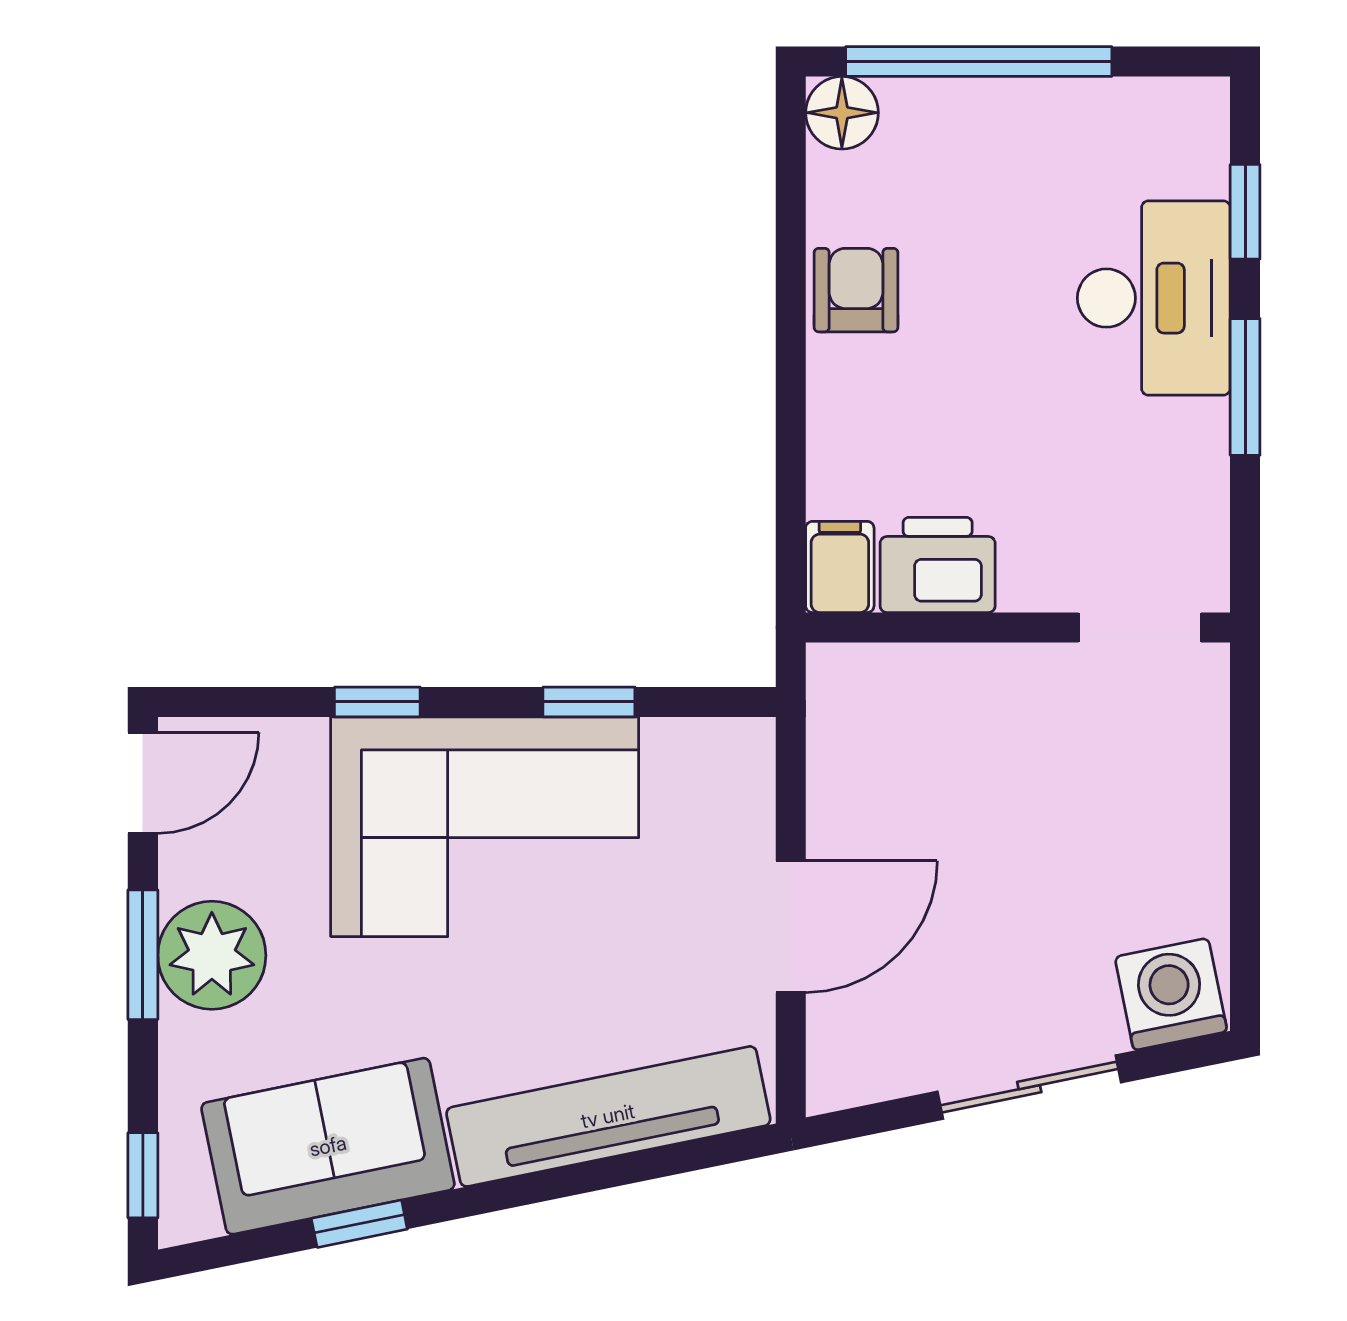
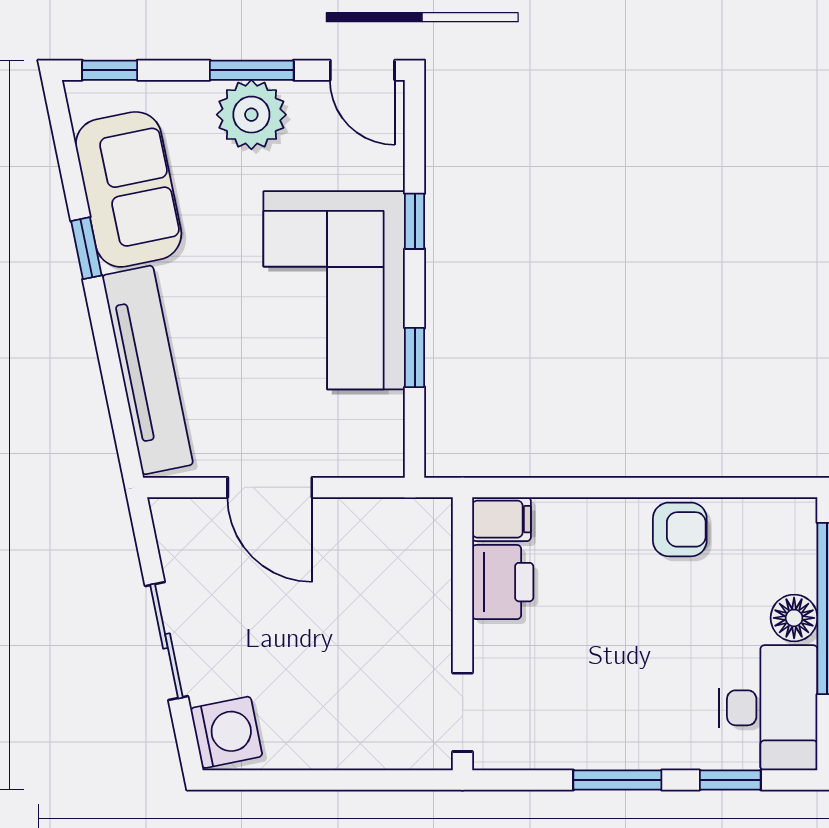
floor lamp: (842, 113) -> (794, 618), moved
desk: (1154, 298) -> (768, 708), moved, turned -90
window: (359, 1224) -> (86, 248), moved

